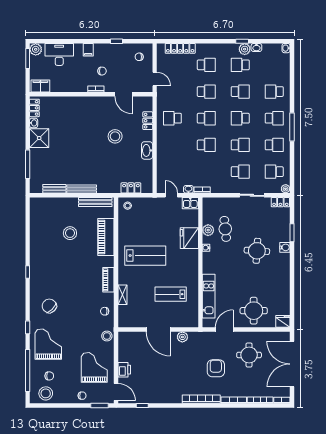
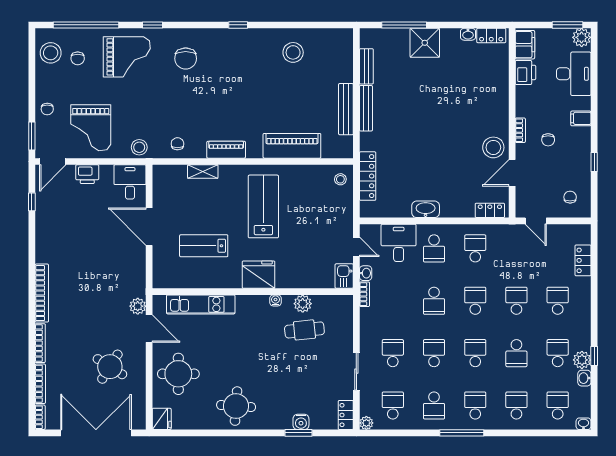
locker: (180, 48) -> (583, 260), width x0.66
school desk: (206, 65) -> (558, 301), turned 180
school desk: (274, 65) -> (558, 405), added
door: (155, 79) -> (536, 221), hinge flipped
printer: (58, 86) -> (525, 72), added
school desk: (206, 92) -> (516, 301), turned 180
school desk: (206, 118) -> (475, 301), turned 180
school desk: (274, 118) -> (475, 405), turned 180
locker: (148, 121) -> (490, 210), moved
stool: (115, 136) -> (493, 147), moved
shower: (39, 138) -> (425, 43), moved
school desk: (172, 145) -> (434, 248), added
school desk: (240, 145) -> (434, 353), turned 180
desk: (169, 168) -> (399, 243), added
school desk: (240, 172) -> (393, 353), turned 180
locker: (131, 188) -> (368, 176), width x1.53
door: (171, 195) -> (356, 247), hinge flipped
bench: (95, 202) -> (346, 109), moved
stool: (70, 233) -> (293, 52), moved
fridge: (189, 238) -> (259, 275), moved
water cooler: (285, 247) -> (301, 422), moved
round table: (257, 251) -> (236, 406), moved
lab bench: (145, 256) -> (263, 206), turned 180
lab bench: (171, 294) -> (204, 246), turned -90
chair: (49, 306) -> (186, 59), turned 135
door: (158, 330) -> (149, 227), hinge flipped
plant: (182, 337) -> (138, 306), moved
desk: (129, 342) -> (130, 182), added
round table: (249, 355) -> (110, 367), turned 32
grand piano: (94, 367) -> (91, 128), turned 90
armchair: (216, 368) -> (89, 315), removed

